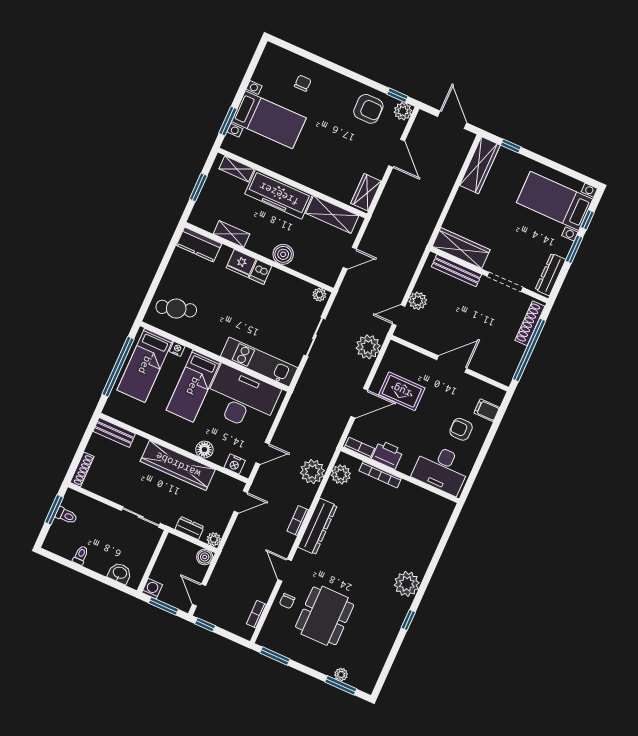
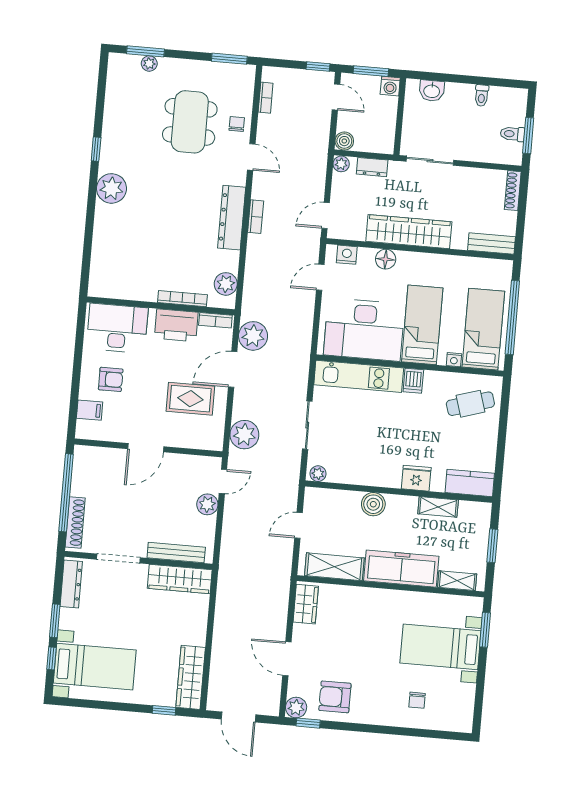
dishwasher: (260, 272) -> (413, 381), moved, turned 180
printer: (387, 455) -> (176, 325), width x1.37, depth x1.19
plant: (312, 472) -> (253, 336), moved

